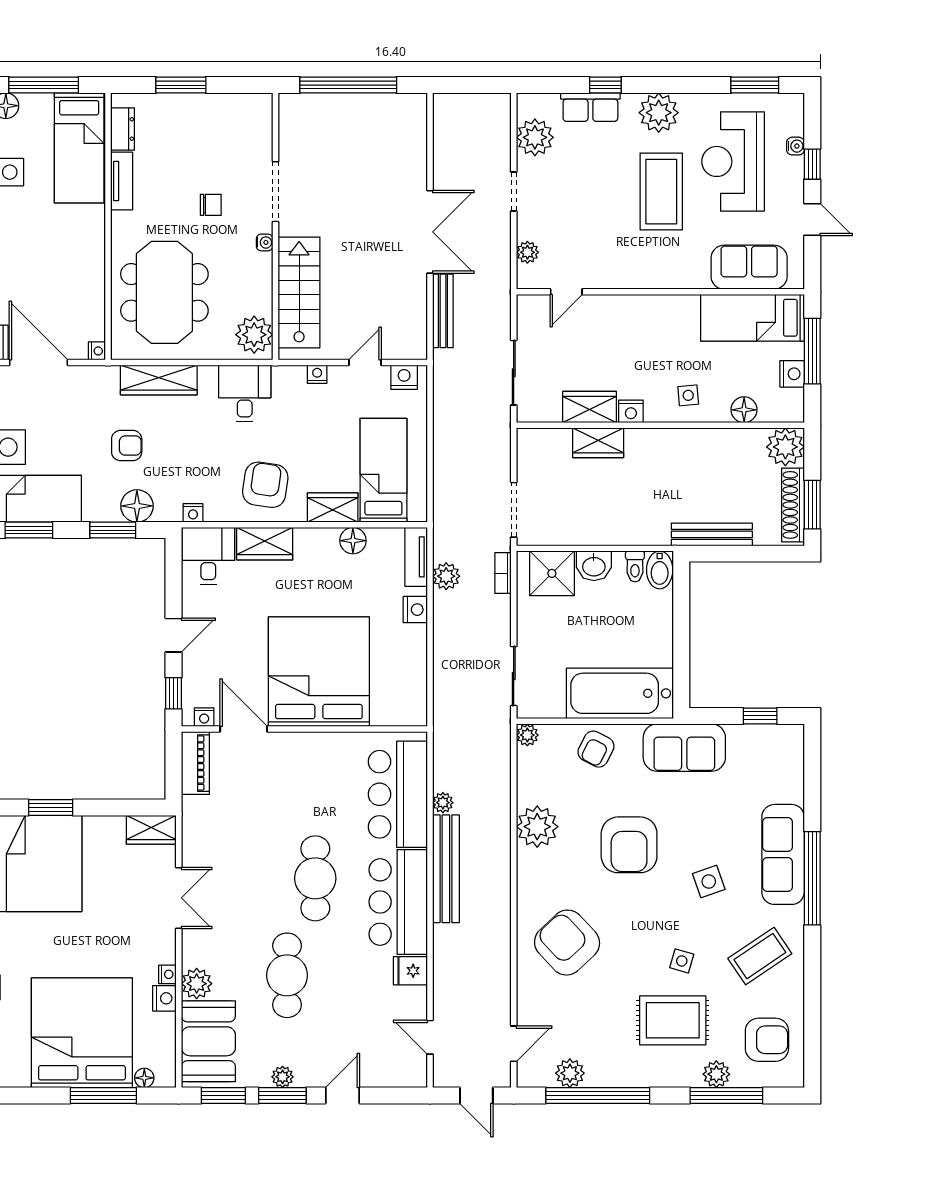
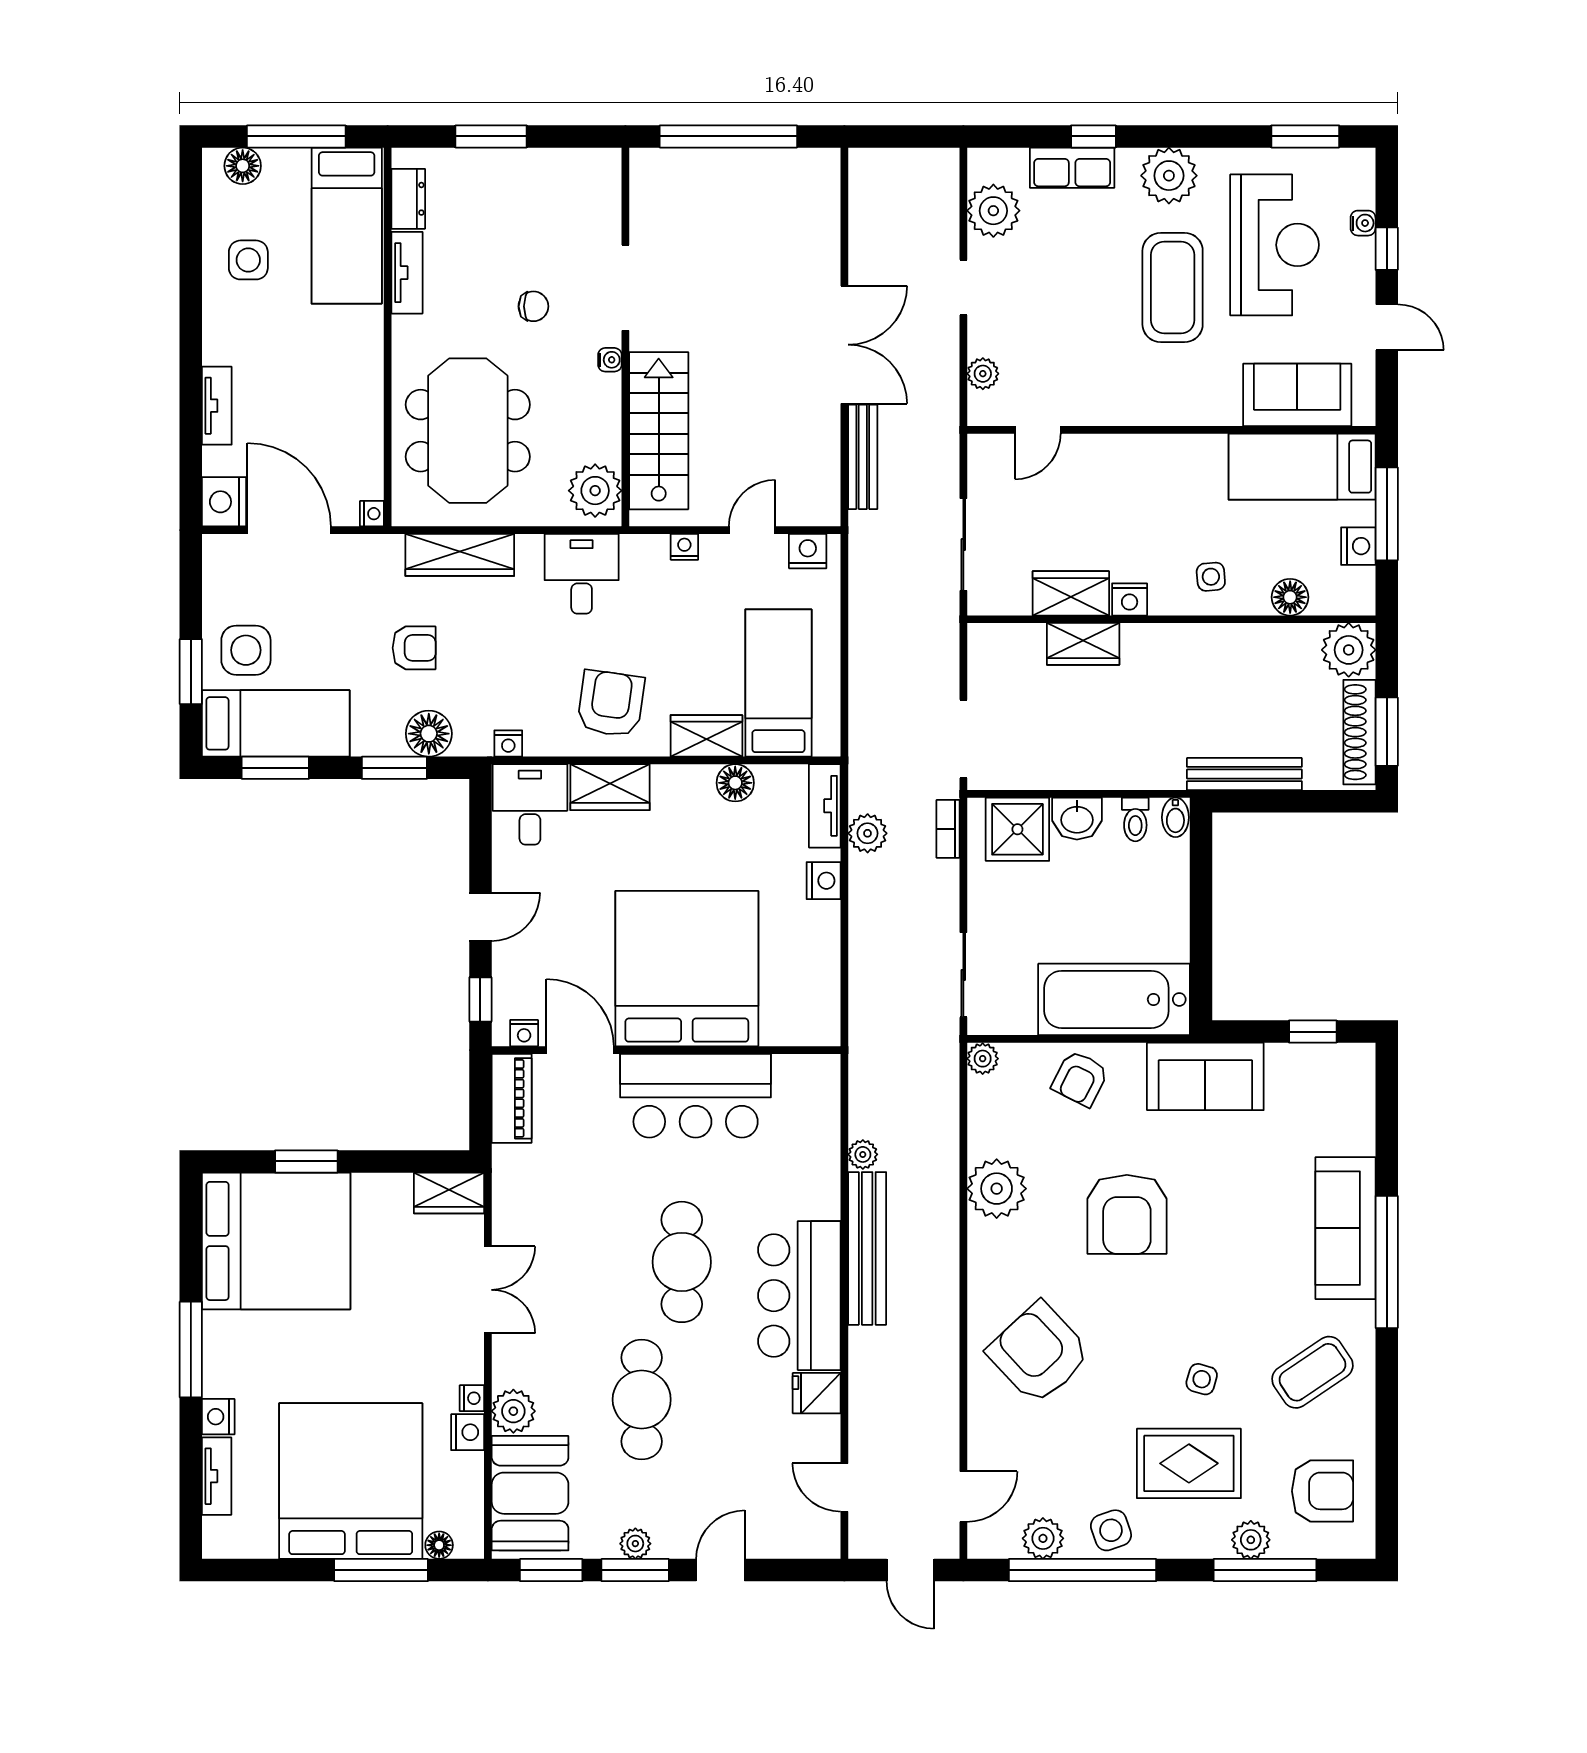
reception desk: (733, 161) -> (1274, 245), turned 180
bidet: (660, 570) -> (1175, 817), width x0.72, depth x0.74
bar counter: (398, 794) -> (696, 1096), moved, turned -90
side table: (709, 881) -> (1111, 1530), moved

